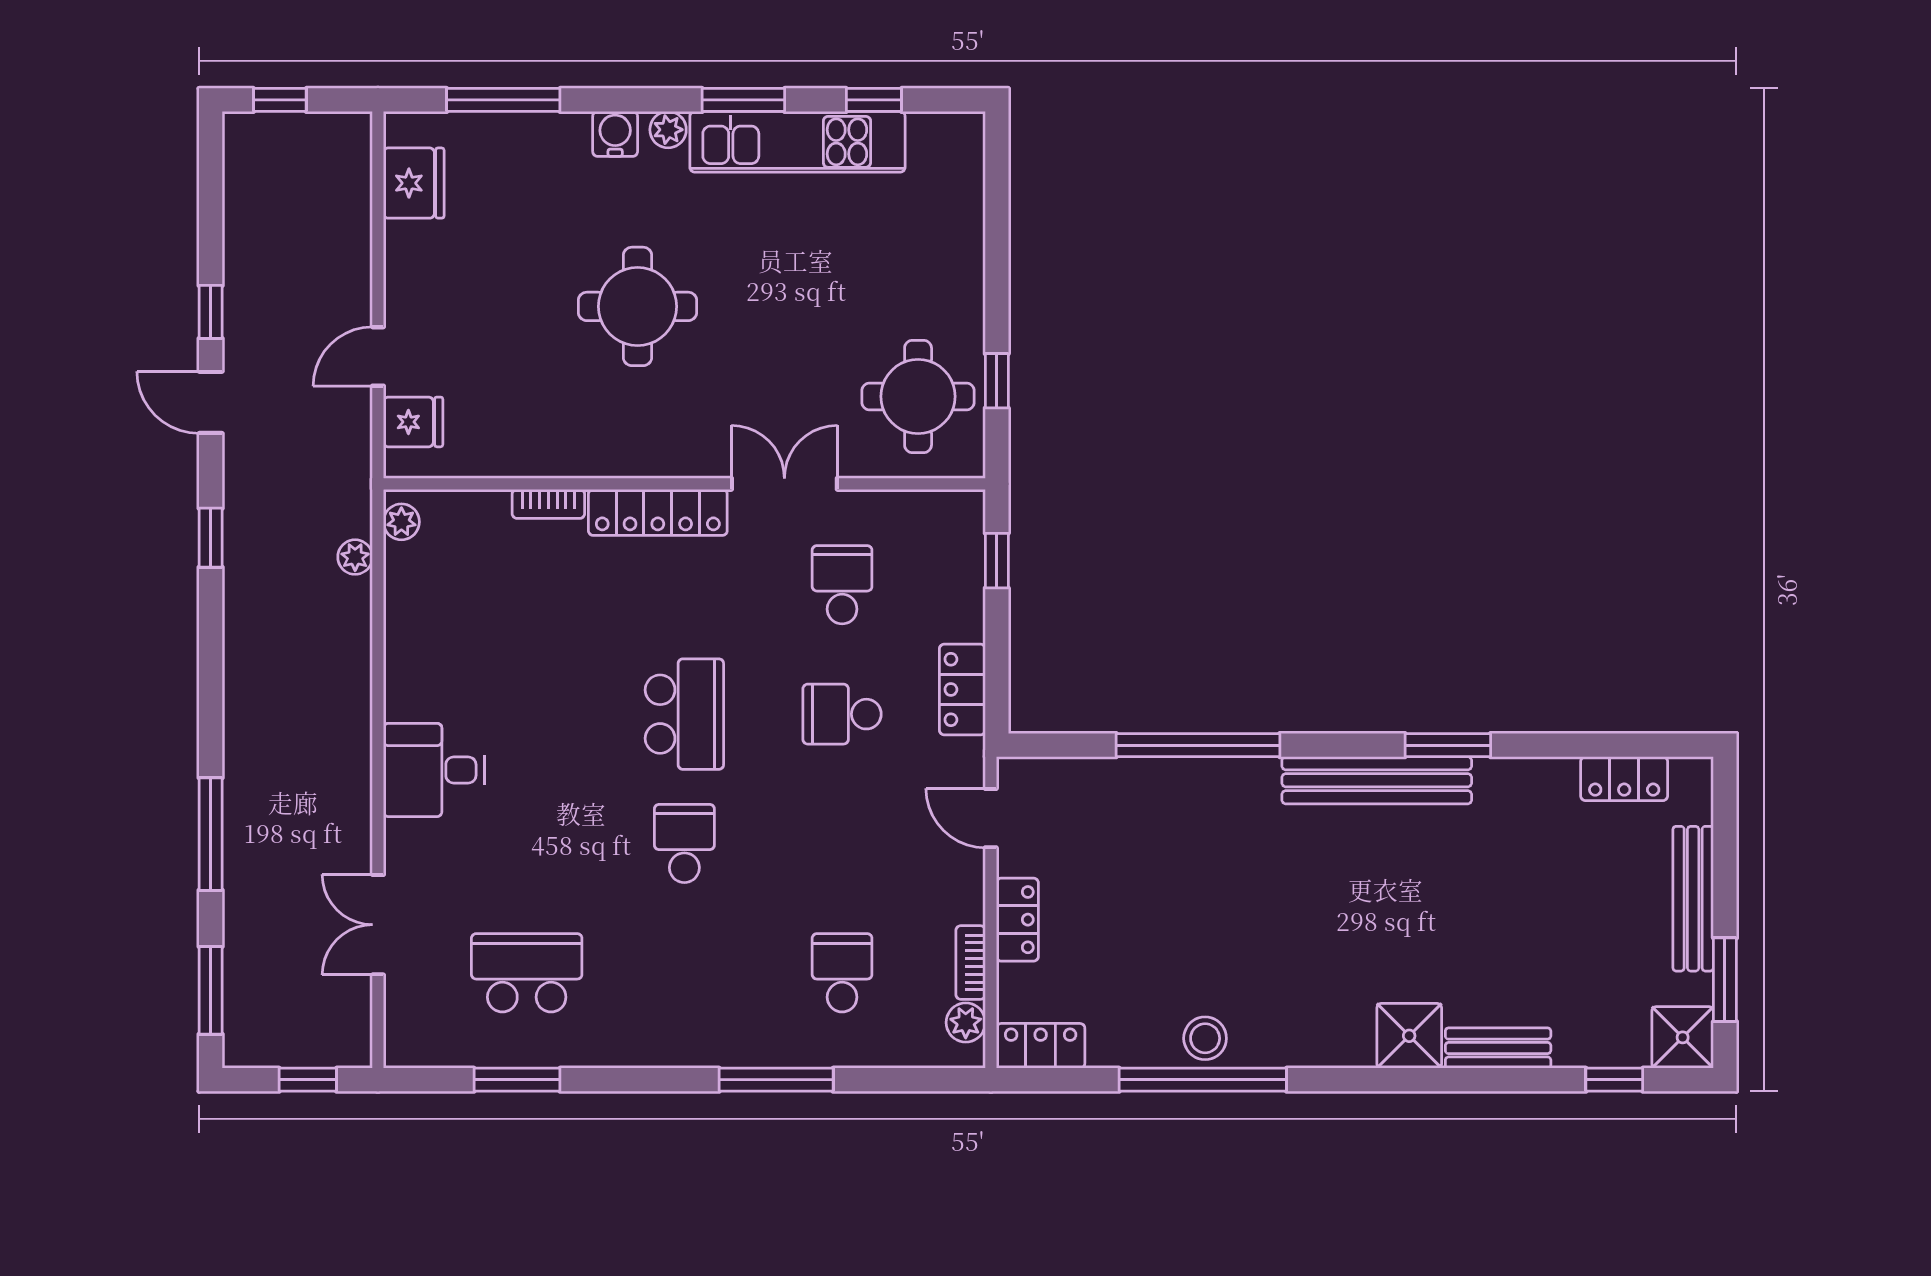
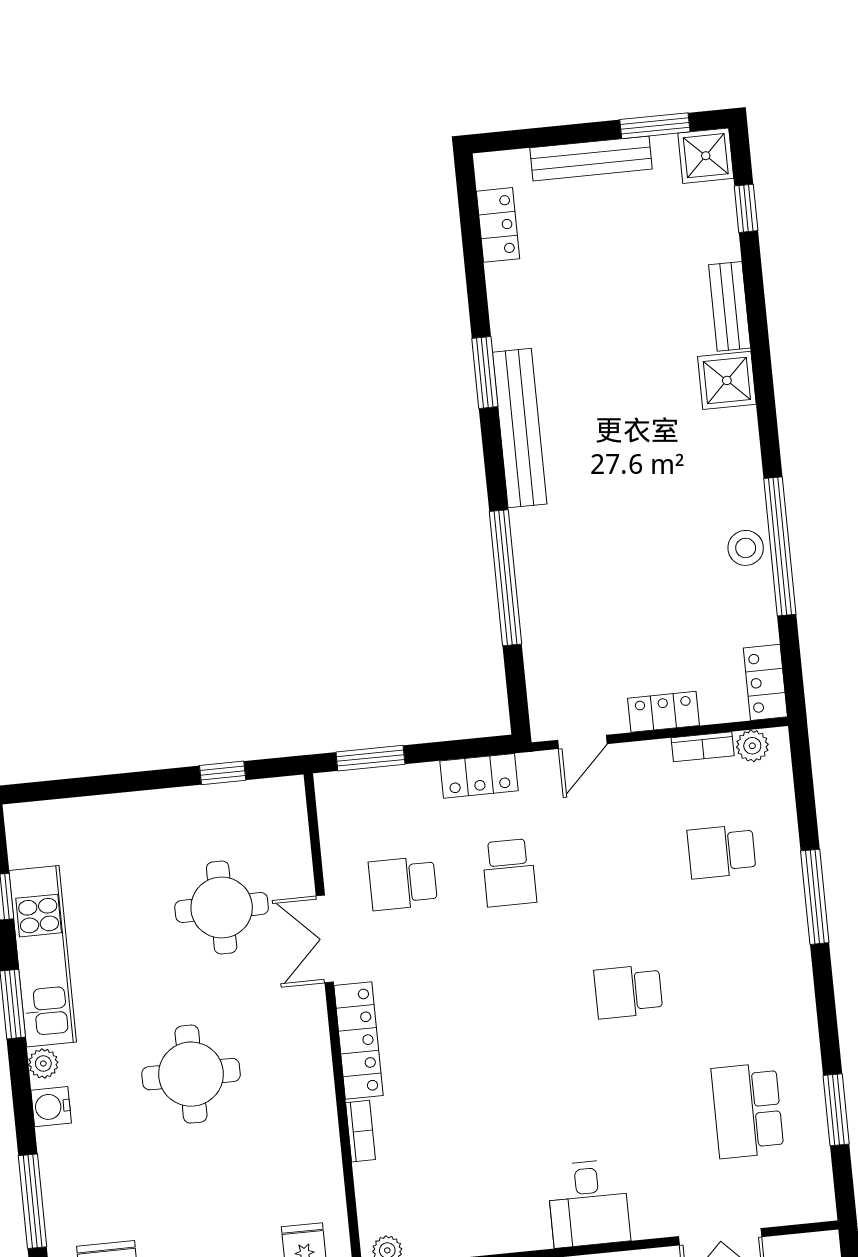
round table: (918, 396) -> (222, 907), moved
window: (997, 561) -> (370, 758), width x1.50
school desk: (684, 714) -> (522, 1002), removed

